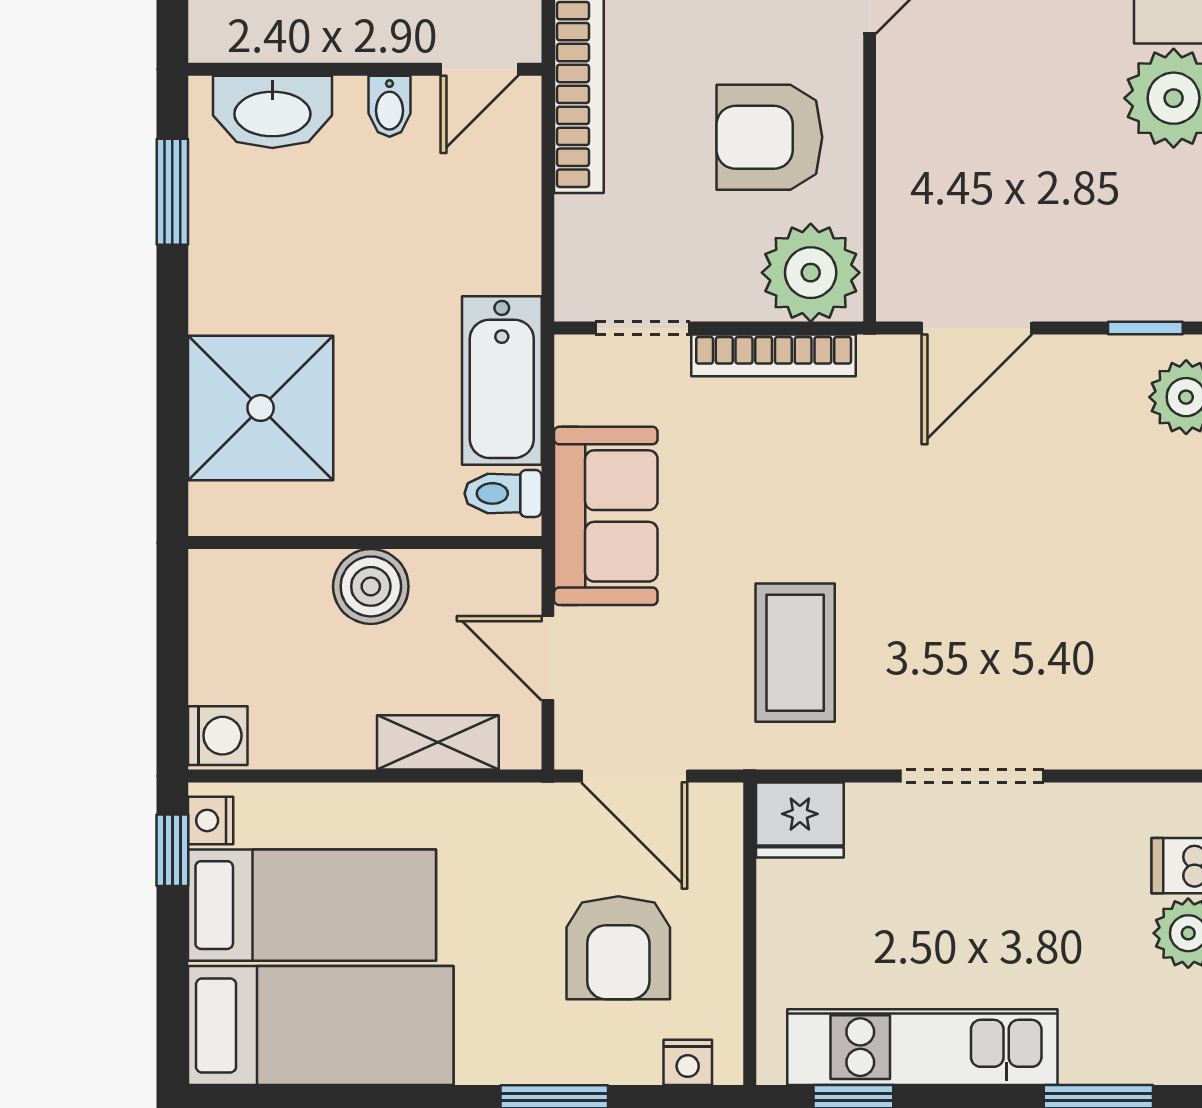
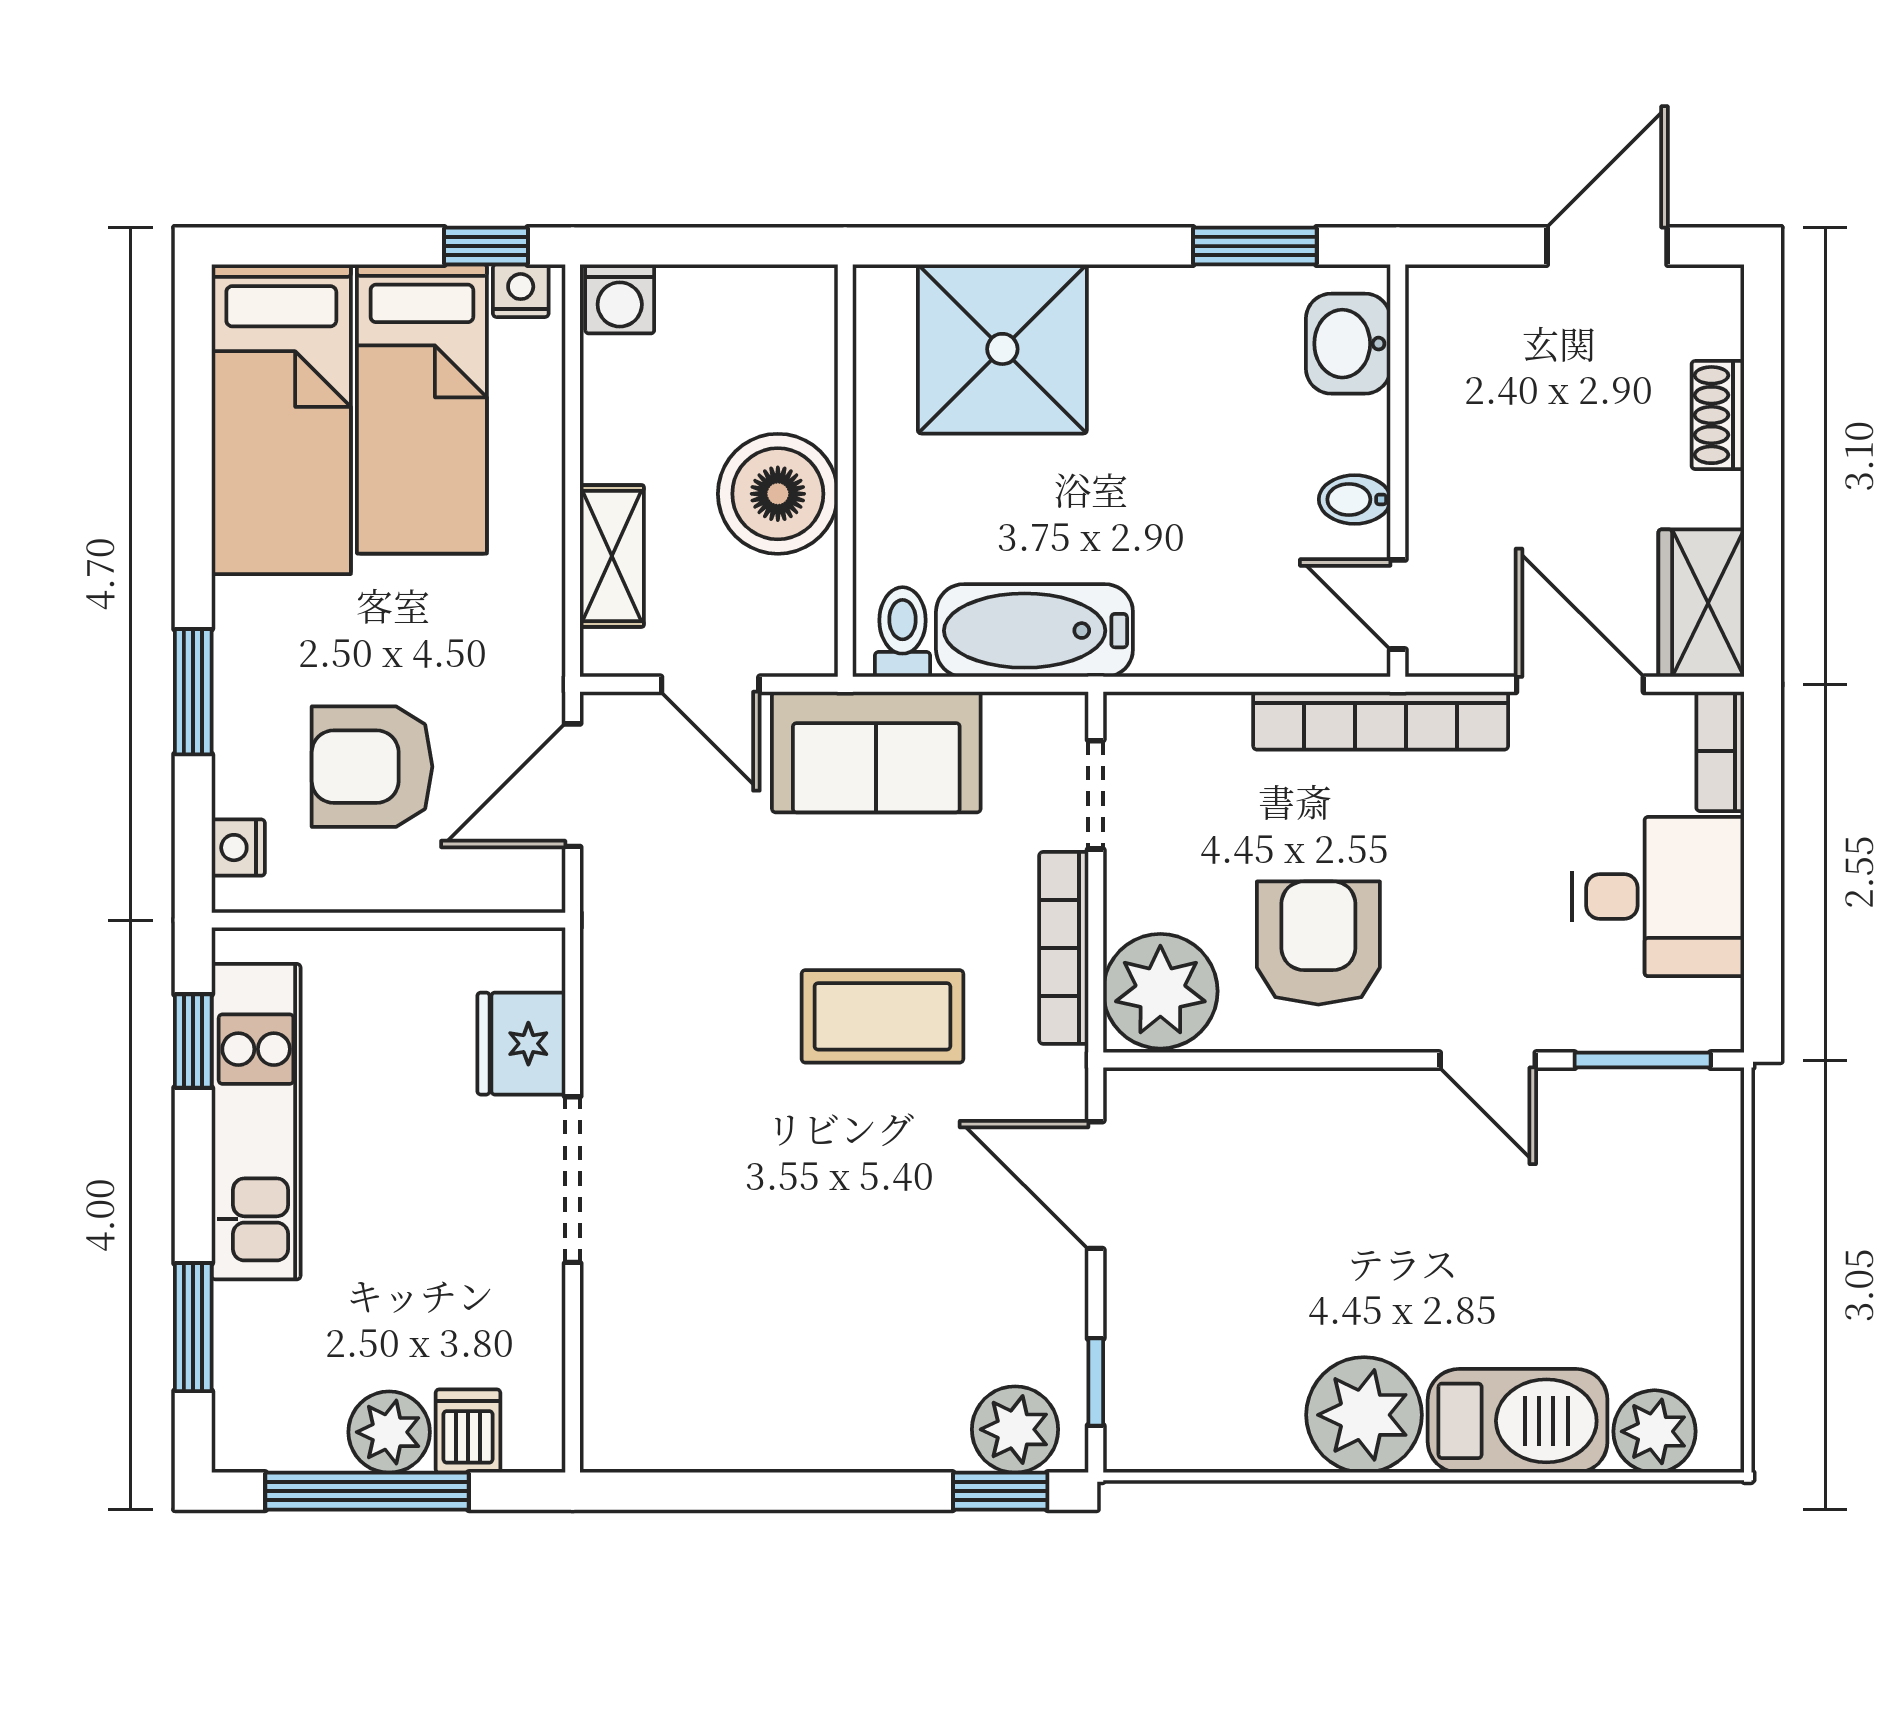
washbasin: (272, 112) -> (1348, 344), width x0.72
boiler: (371, 586) -> (778, 494), width x1.37, depth x1.37
coffee table: (795, 653) -> (882, 1016), moved
door: (548, 658) -> (710, 684), swing flipped
fridge: (800, 820) -> (521, 1044), moved

